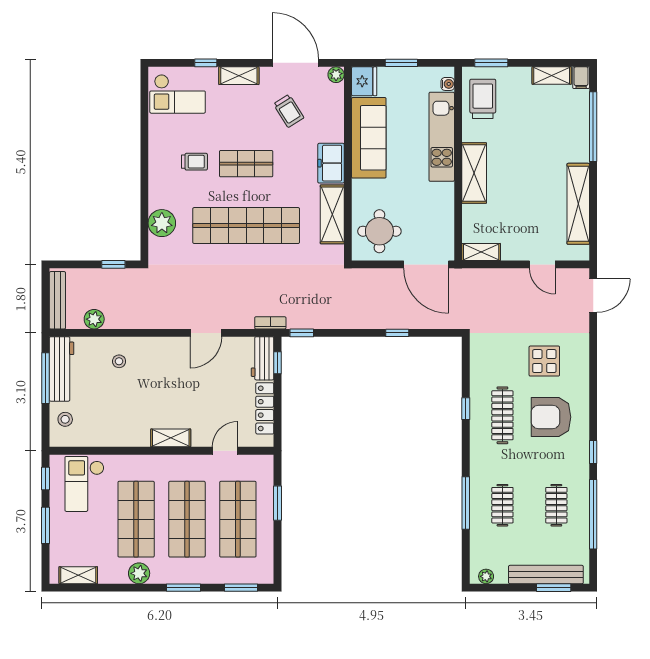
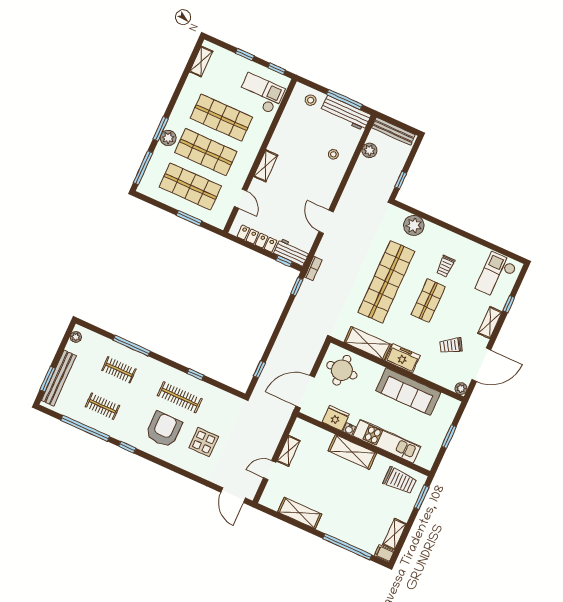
fridge: (364, 81) -> (336, 418), moved, turned 180
water cooler: (448, 84) -> (349, 429), moved
shelving: (578, 204) -> (300, 513), width x0.68
shelving: (481, 252) -> (288, 451), moved
window: (397, 333) -> (259, 369), moved
window: (46, 525) -> (245, 54), width x0.67
plant: (139, 573) -> (168, 138), moved
window: (241, 588) -> (143, 168), width x1.44

